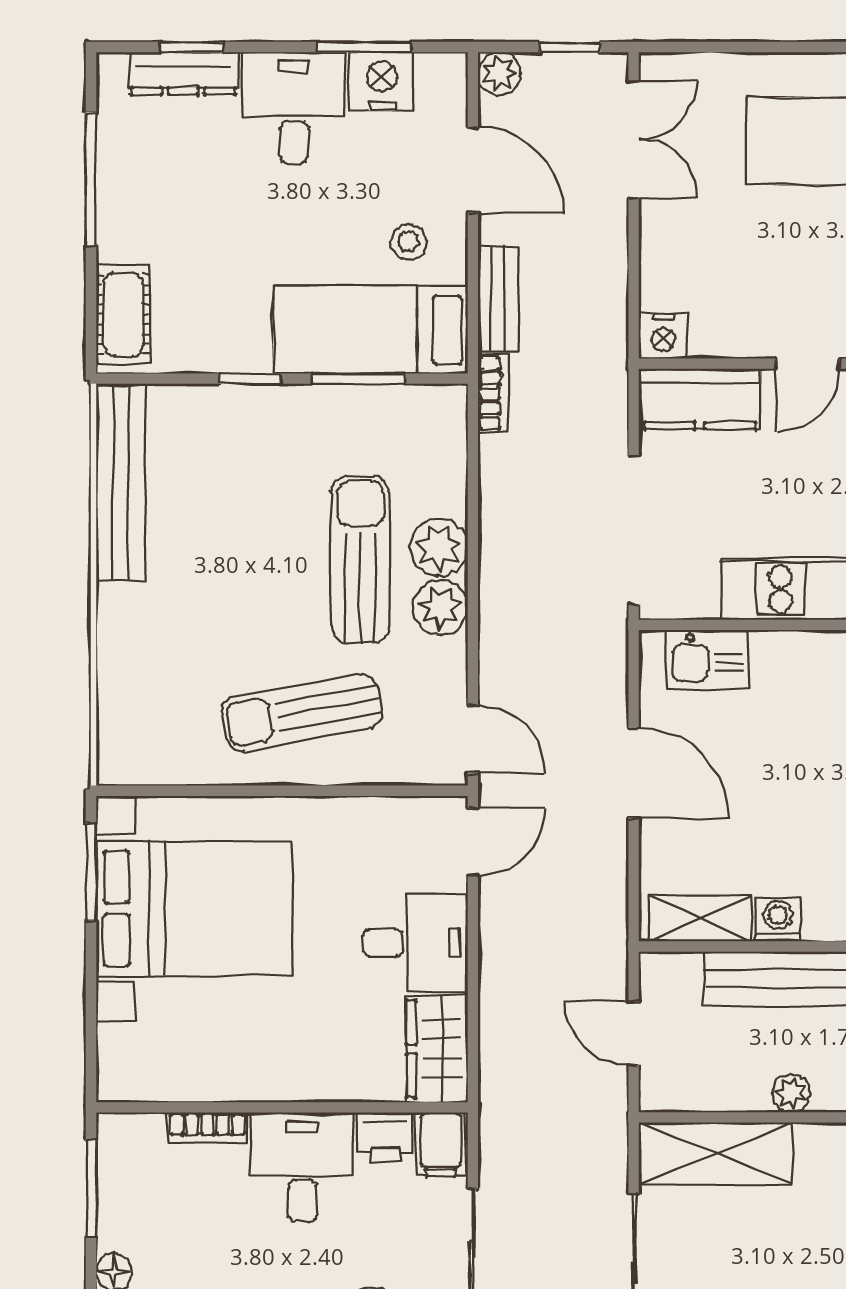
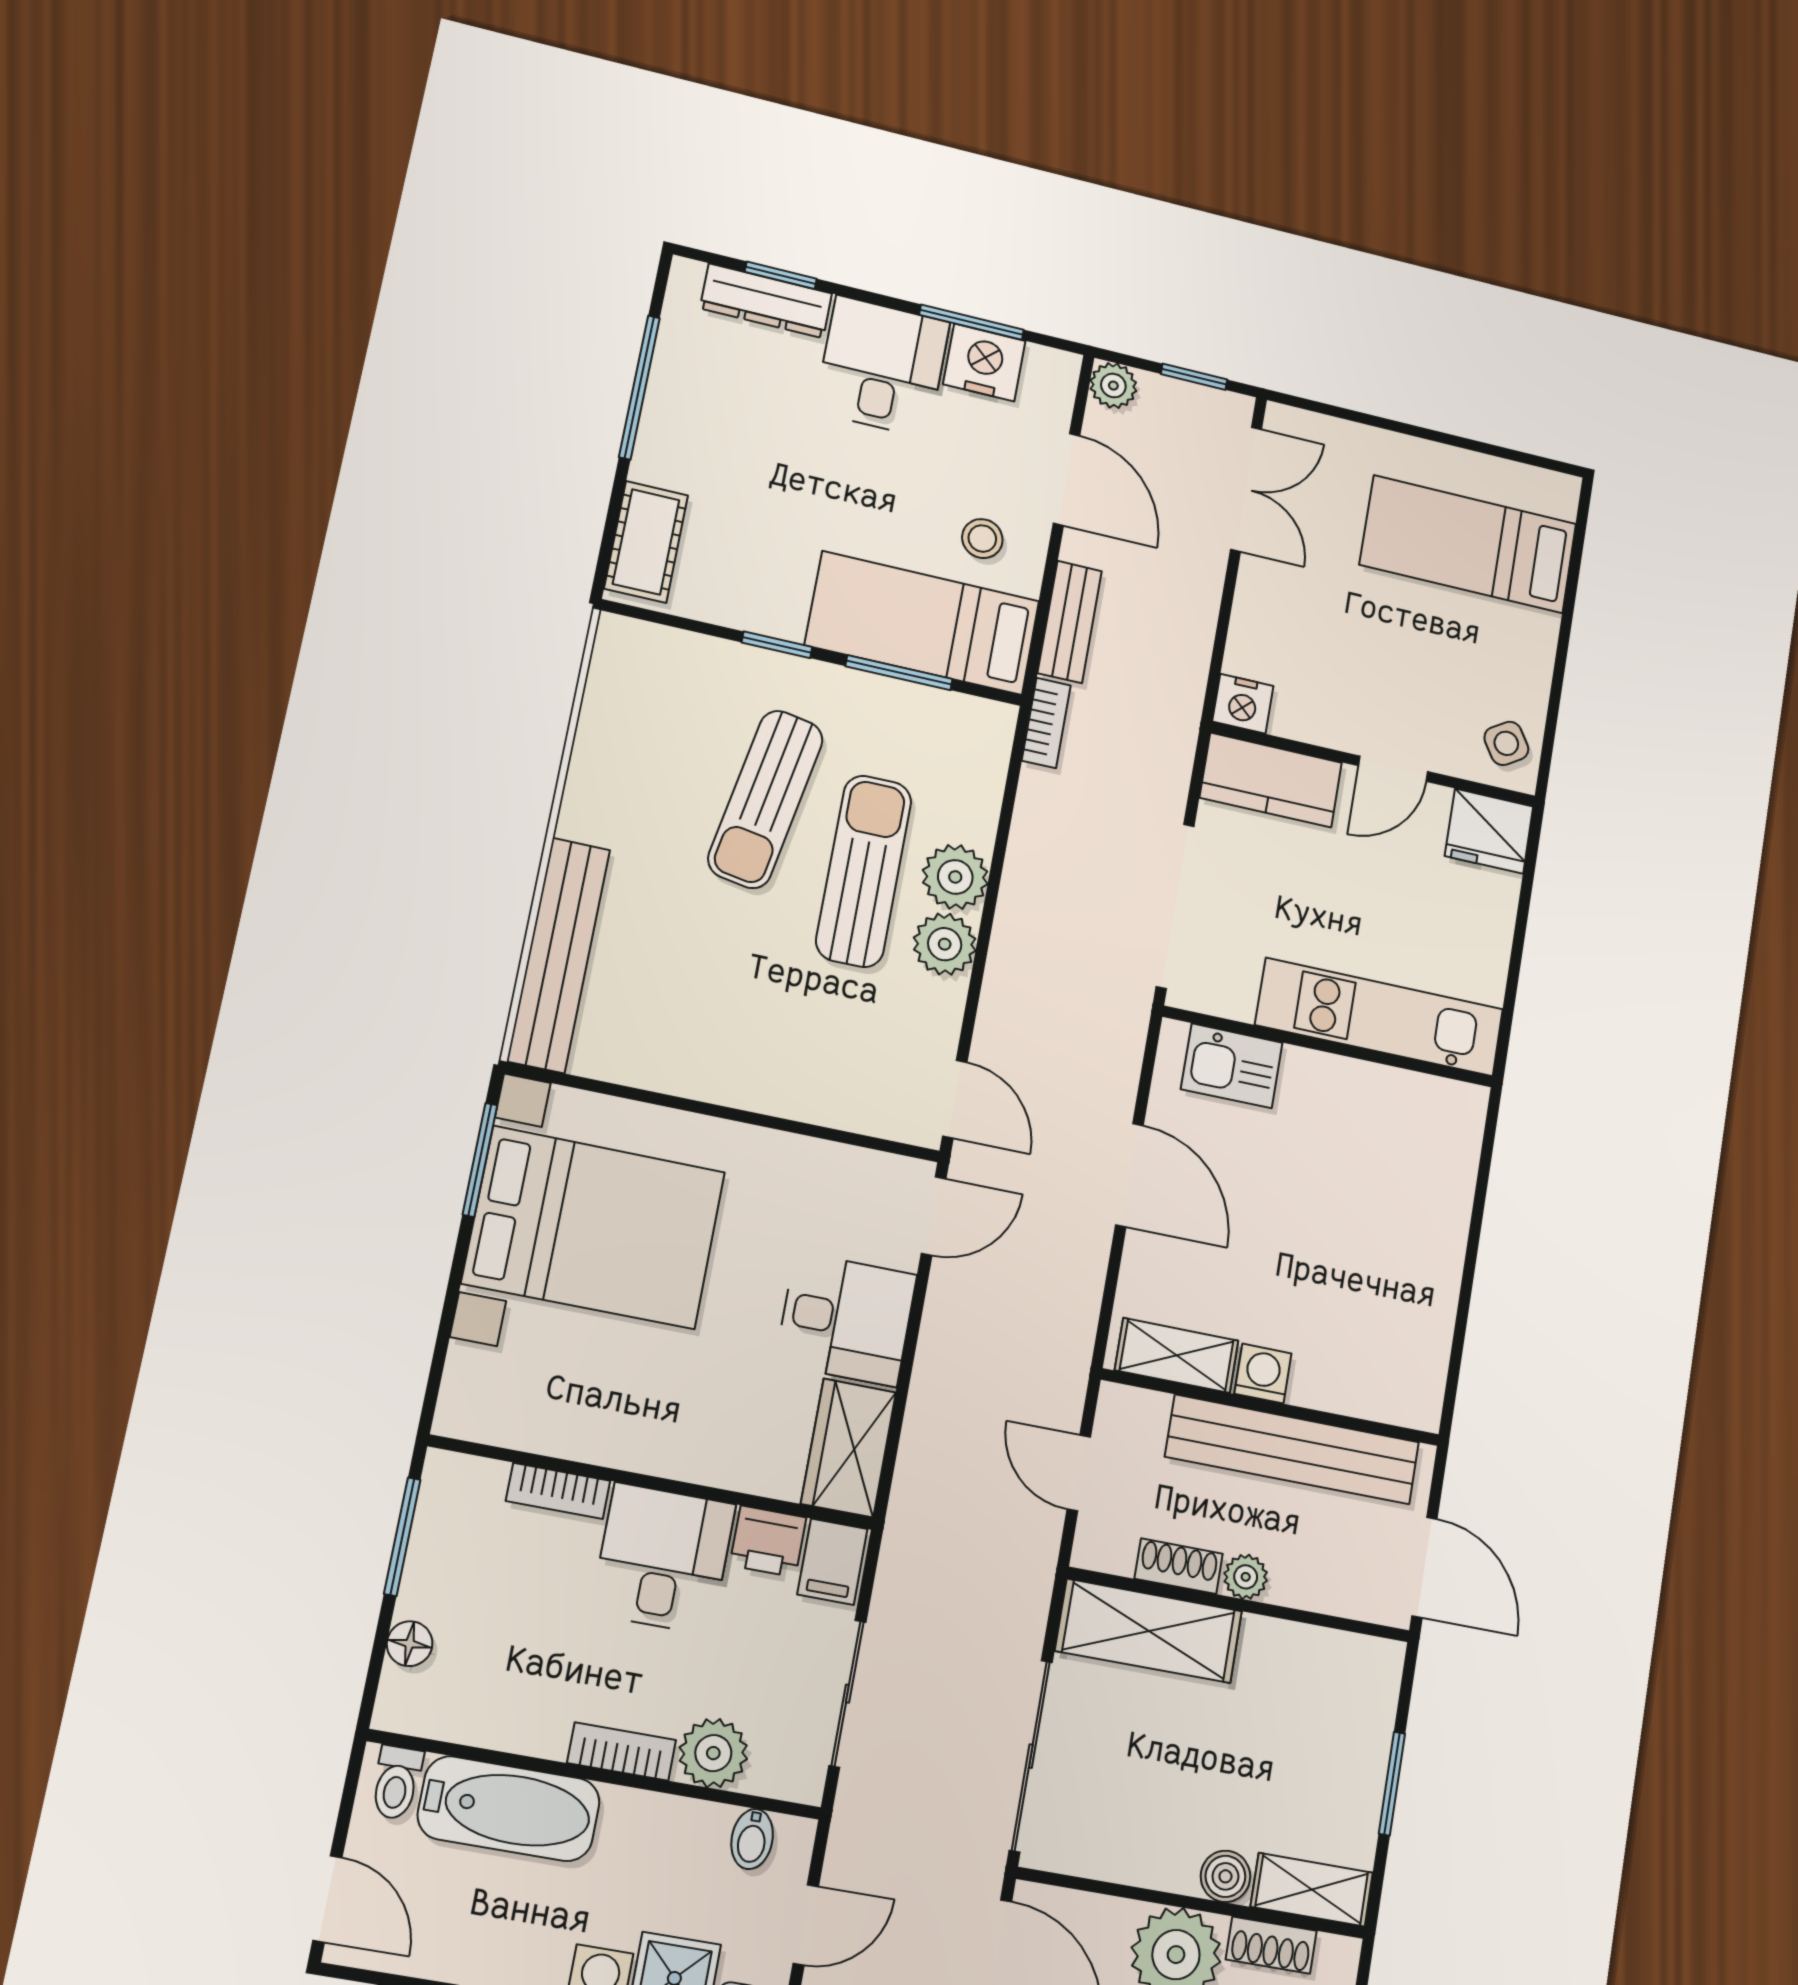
bench: (121, 482) -> (559, 955), moved
sun lounger: (302, 713) -> (765, 799), moved, turned -70
shoe rack: (732, 1095) -> (1179, 1566), added

